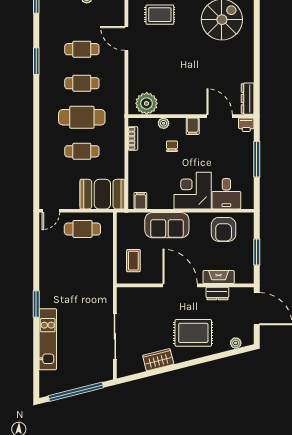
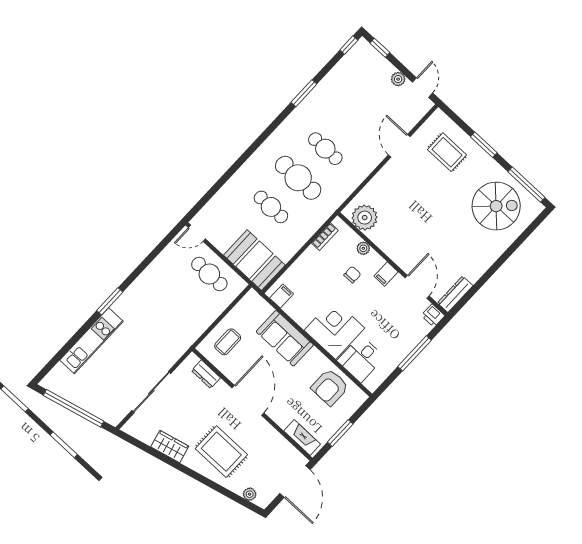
cafe table: (82, 49) -> (352, 120), removed
fireplace: (219, 277) -> (302, 438), moved
dresser: (217, 293) -> (206, 374), moved

